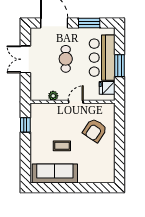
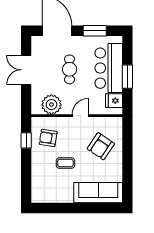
plant: (53, 96) -> (51, 105), width x1.87, depth x1.87
armchair: (46, 123) -> (48, 138), added
sofa: (55, 173) -> (98, 193), moved

